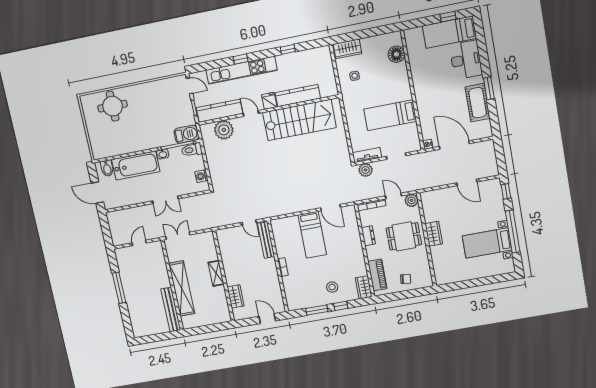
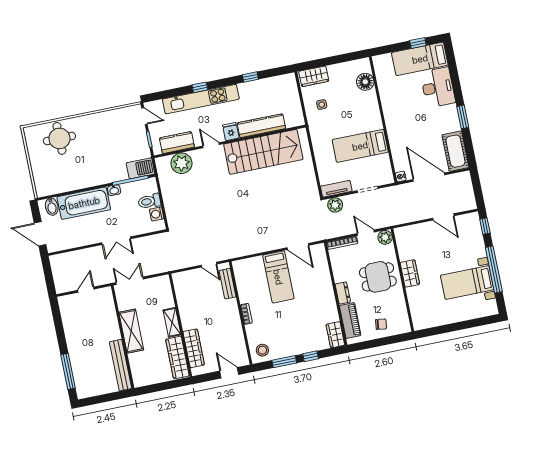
cot: (478, 103) -> (455, 151), moved
kitchen counter: (220, 111) -> (177, 143), width x0.67
toilet: (192, 150) -> (149, 201), moved
dresser: (368, 236) -> (343, 293), moved
bench: (266, 240) -> (228, 284), width x0.73
stool: (332, 287) -> (262, 350), moved
window: (119, 288) -> (68, 371), moved
shelving: (182, 289) -> (131, 331), width x0.68
wardrobe: (236, 296) -> (194, 348), width x1.50
wardrobe: (221, 304) -> (177, 358), added

